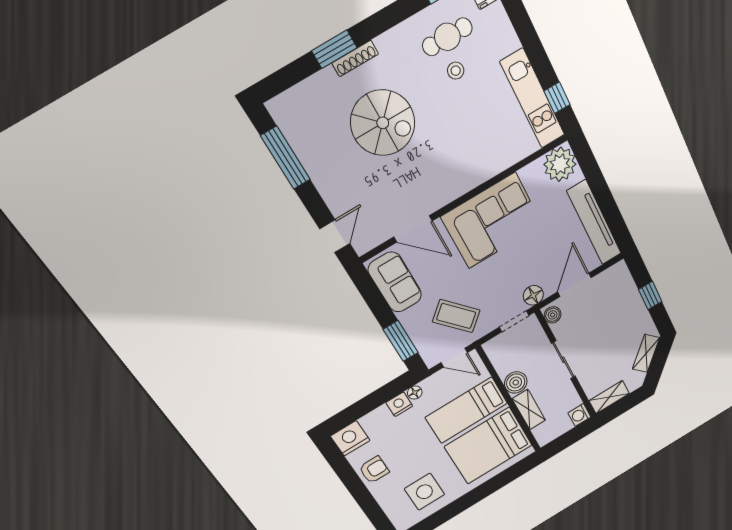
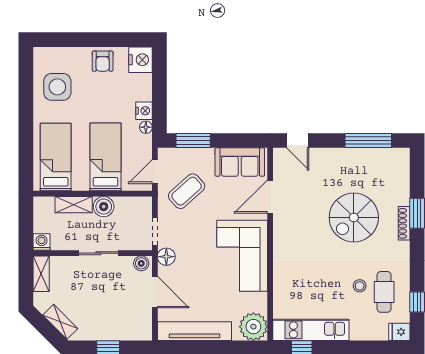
bed: (488, 446) -> (56, 157), width x0.67

